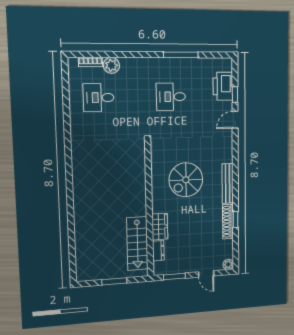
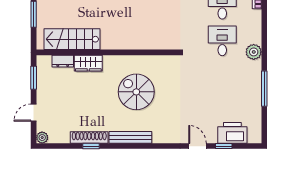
plant: (111, 65) -> (254, 52), moved
desk: (171, 97) -> (222, 41), moved

